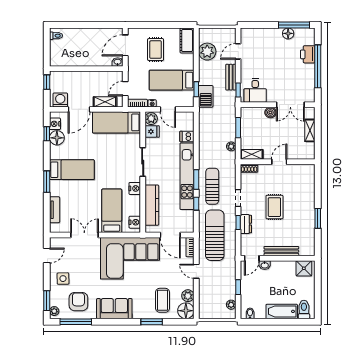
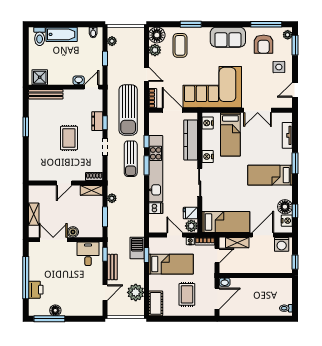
bench: (281, 251) -> (46, 94), moved

